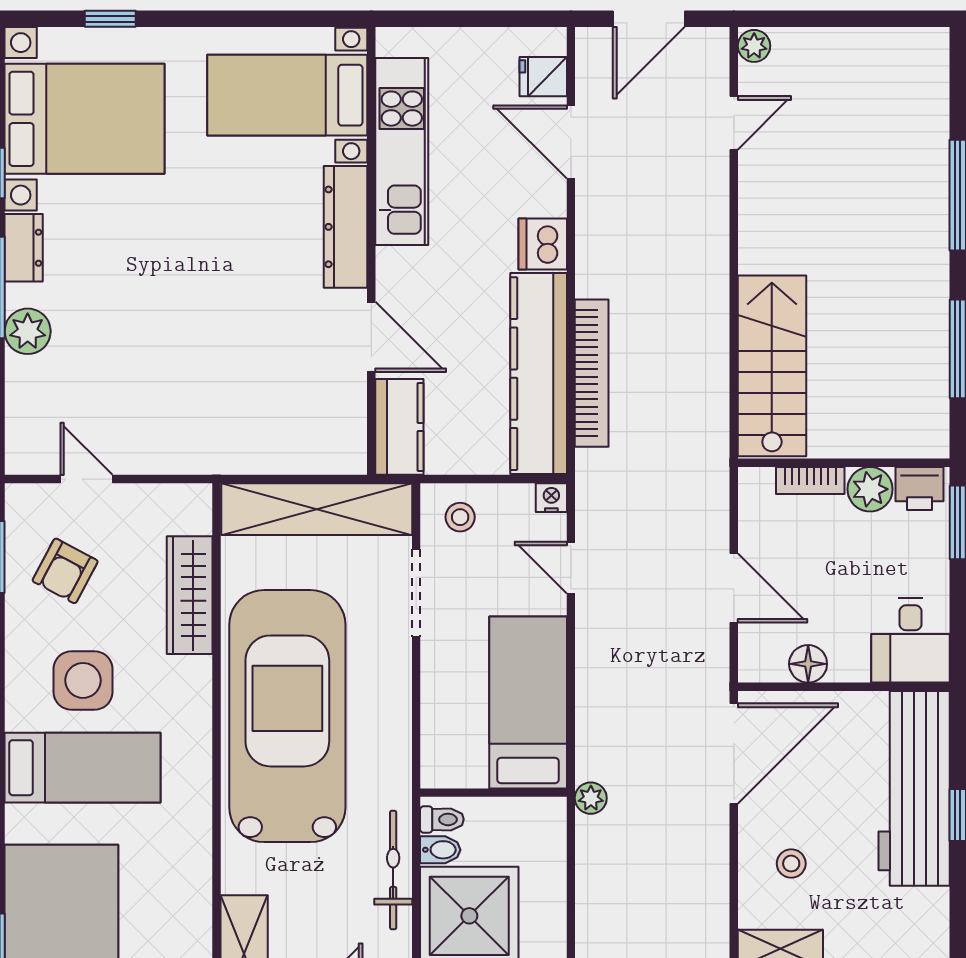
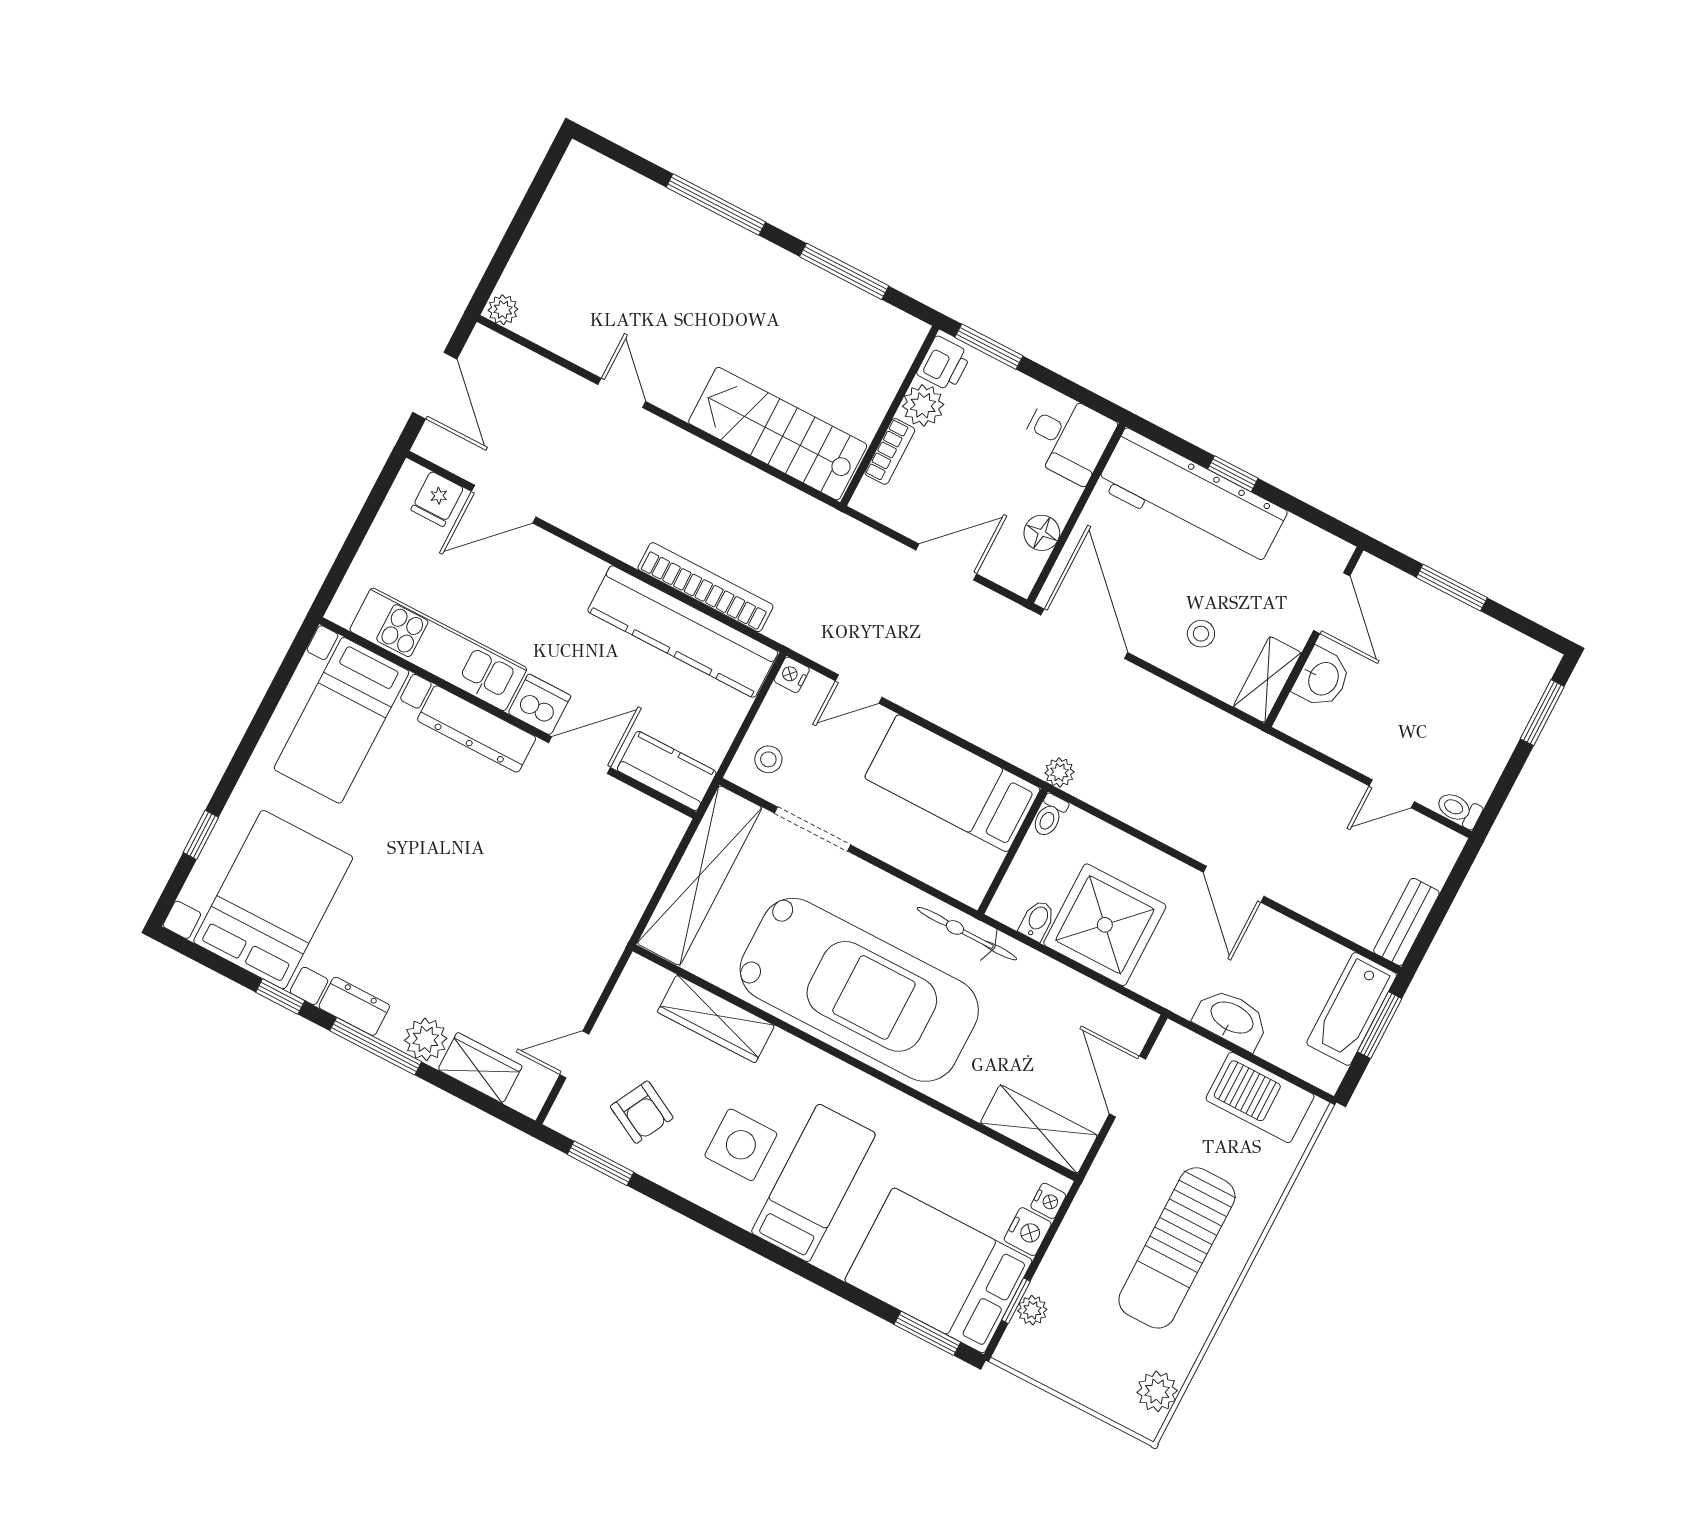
door: (734, 123) -> (622, 393), moved
dishwasher: (543, 244) -> (539, 705), moved, turned 180
wardrobe: (27, 397) -> (480, 1068), added
car: (287, 716) -> (859, 990), turned 180
toilet: (442, 819) -> (1050, 816), moved, turned 180
bicycle: (393, 870) -> (967, 934), moved

